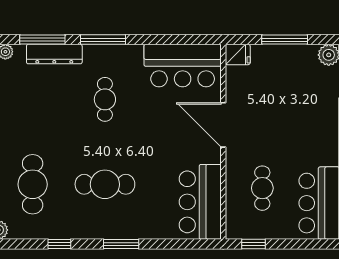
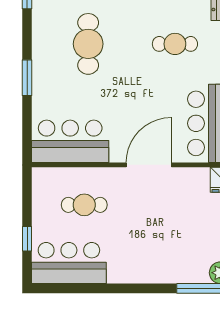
window: (121, 244) -> (27, 78), moved
window: (254, 244) -> (27, 239), moved

